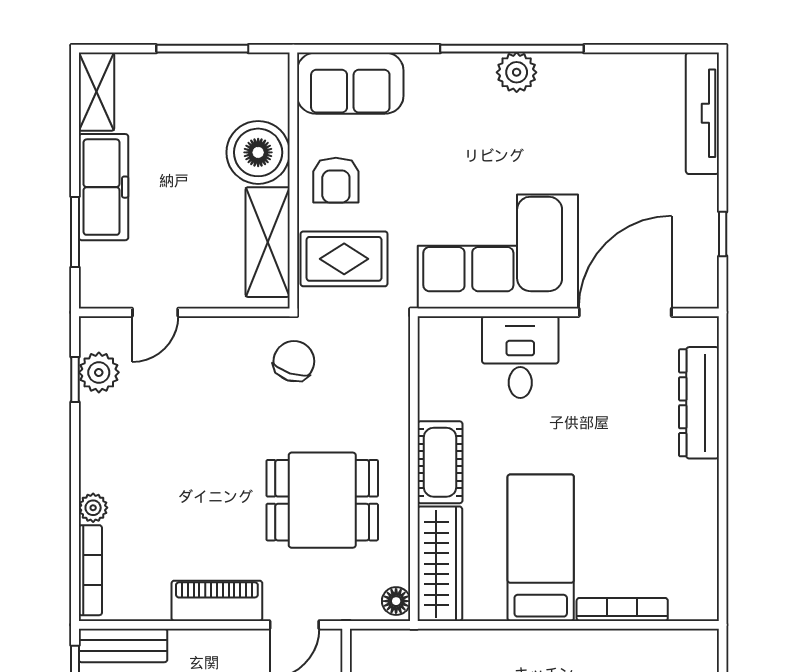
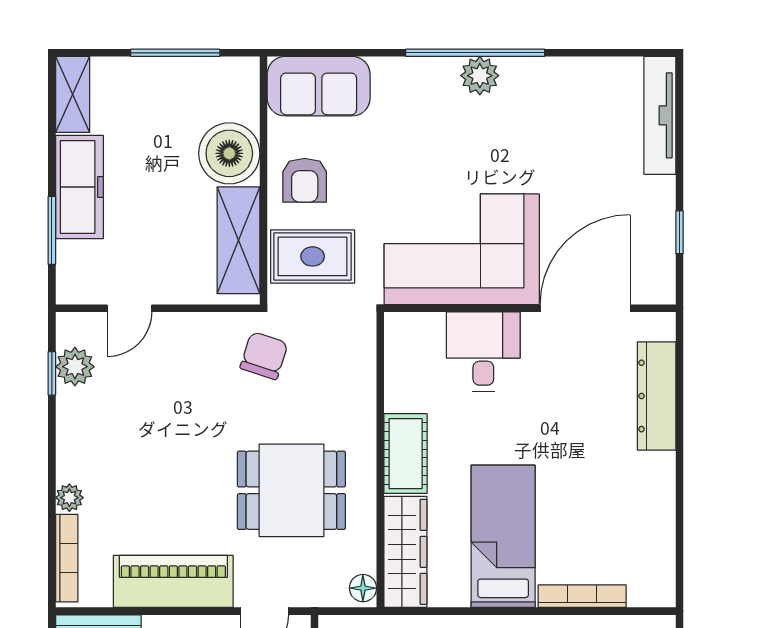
piano: (217, 601) -> (173, 581), width x1.37, depth x1.33

